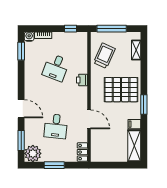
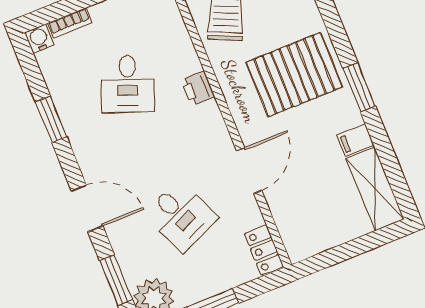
window: (21, 51) -> (51, 119), moved
door: (89, 119) -> (249, 171), hinge flipped
desk: (56, 126) -> (181, 216), turned -30

